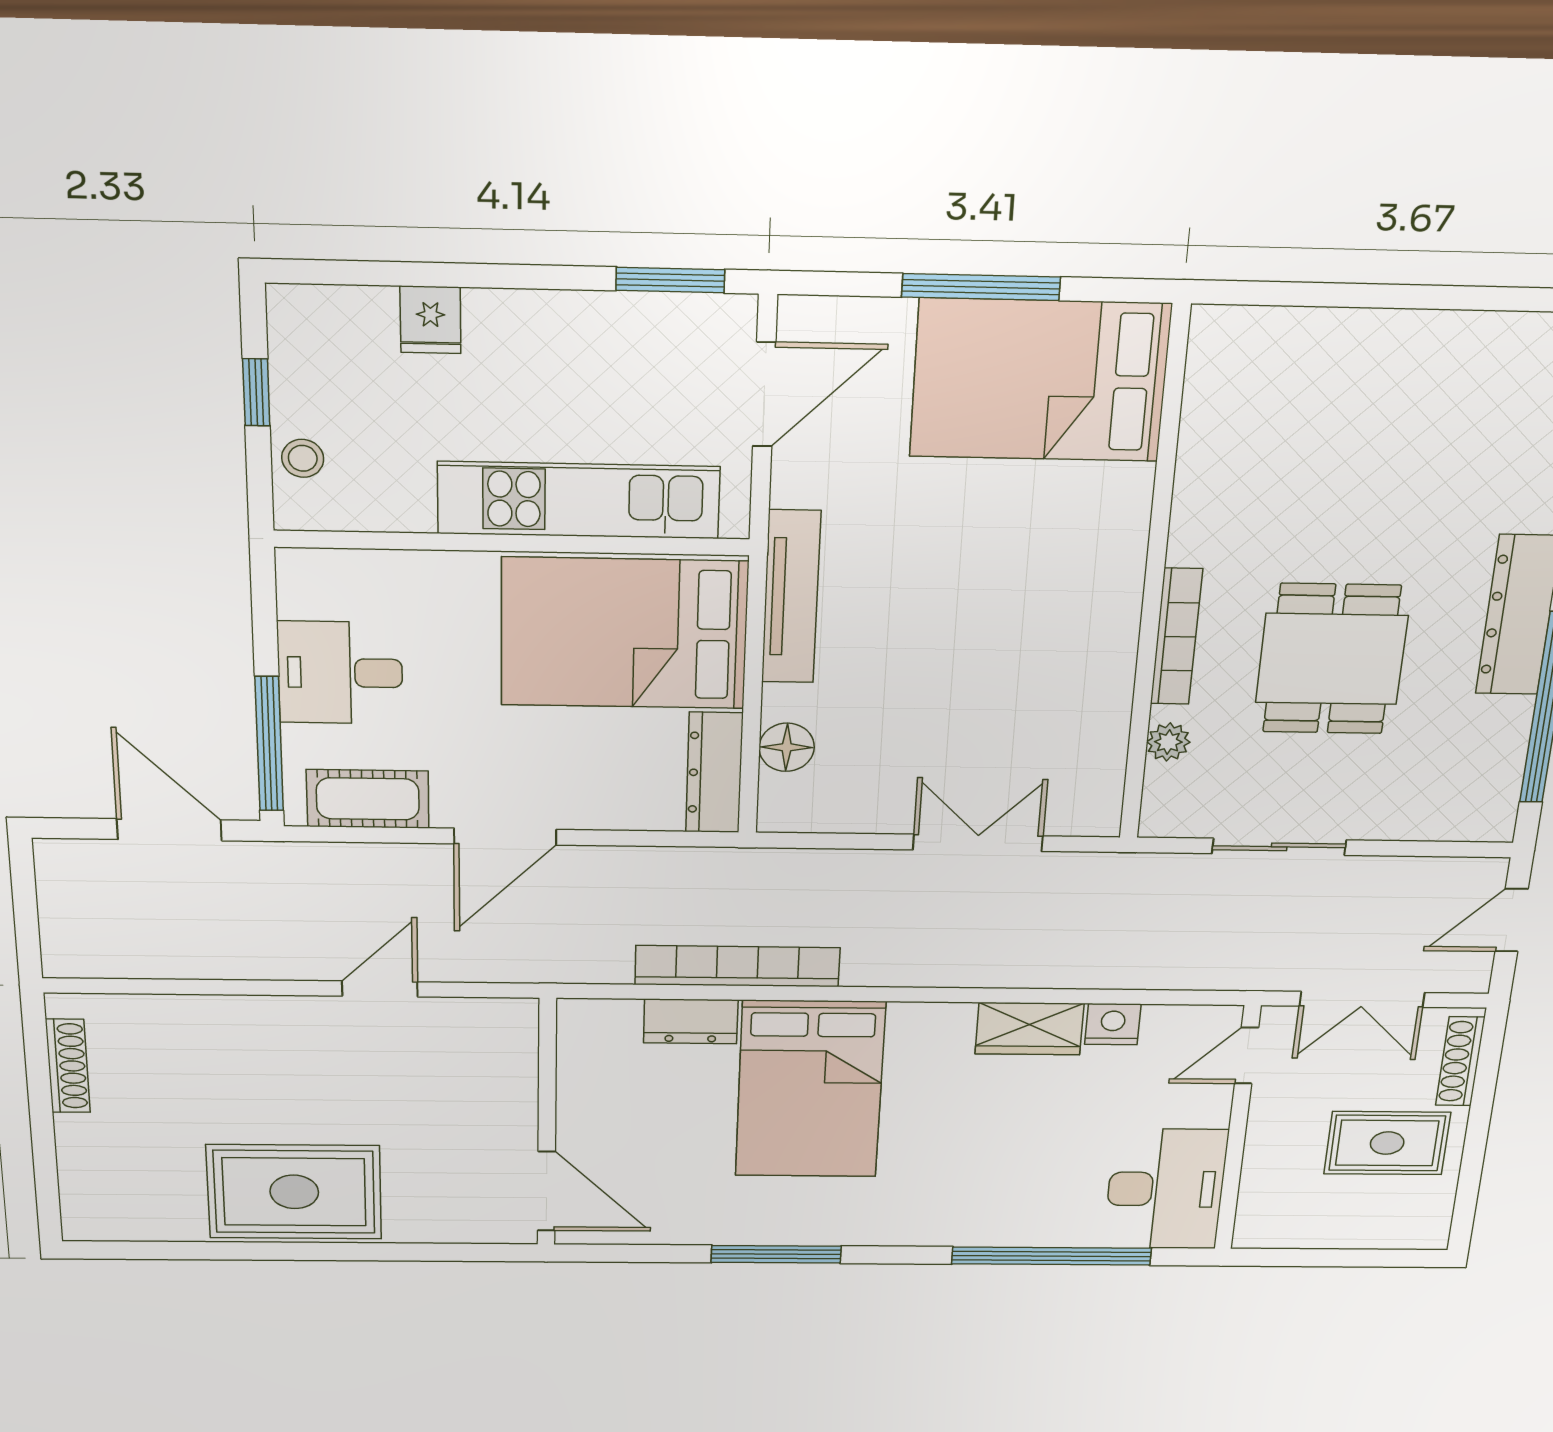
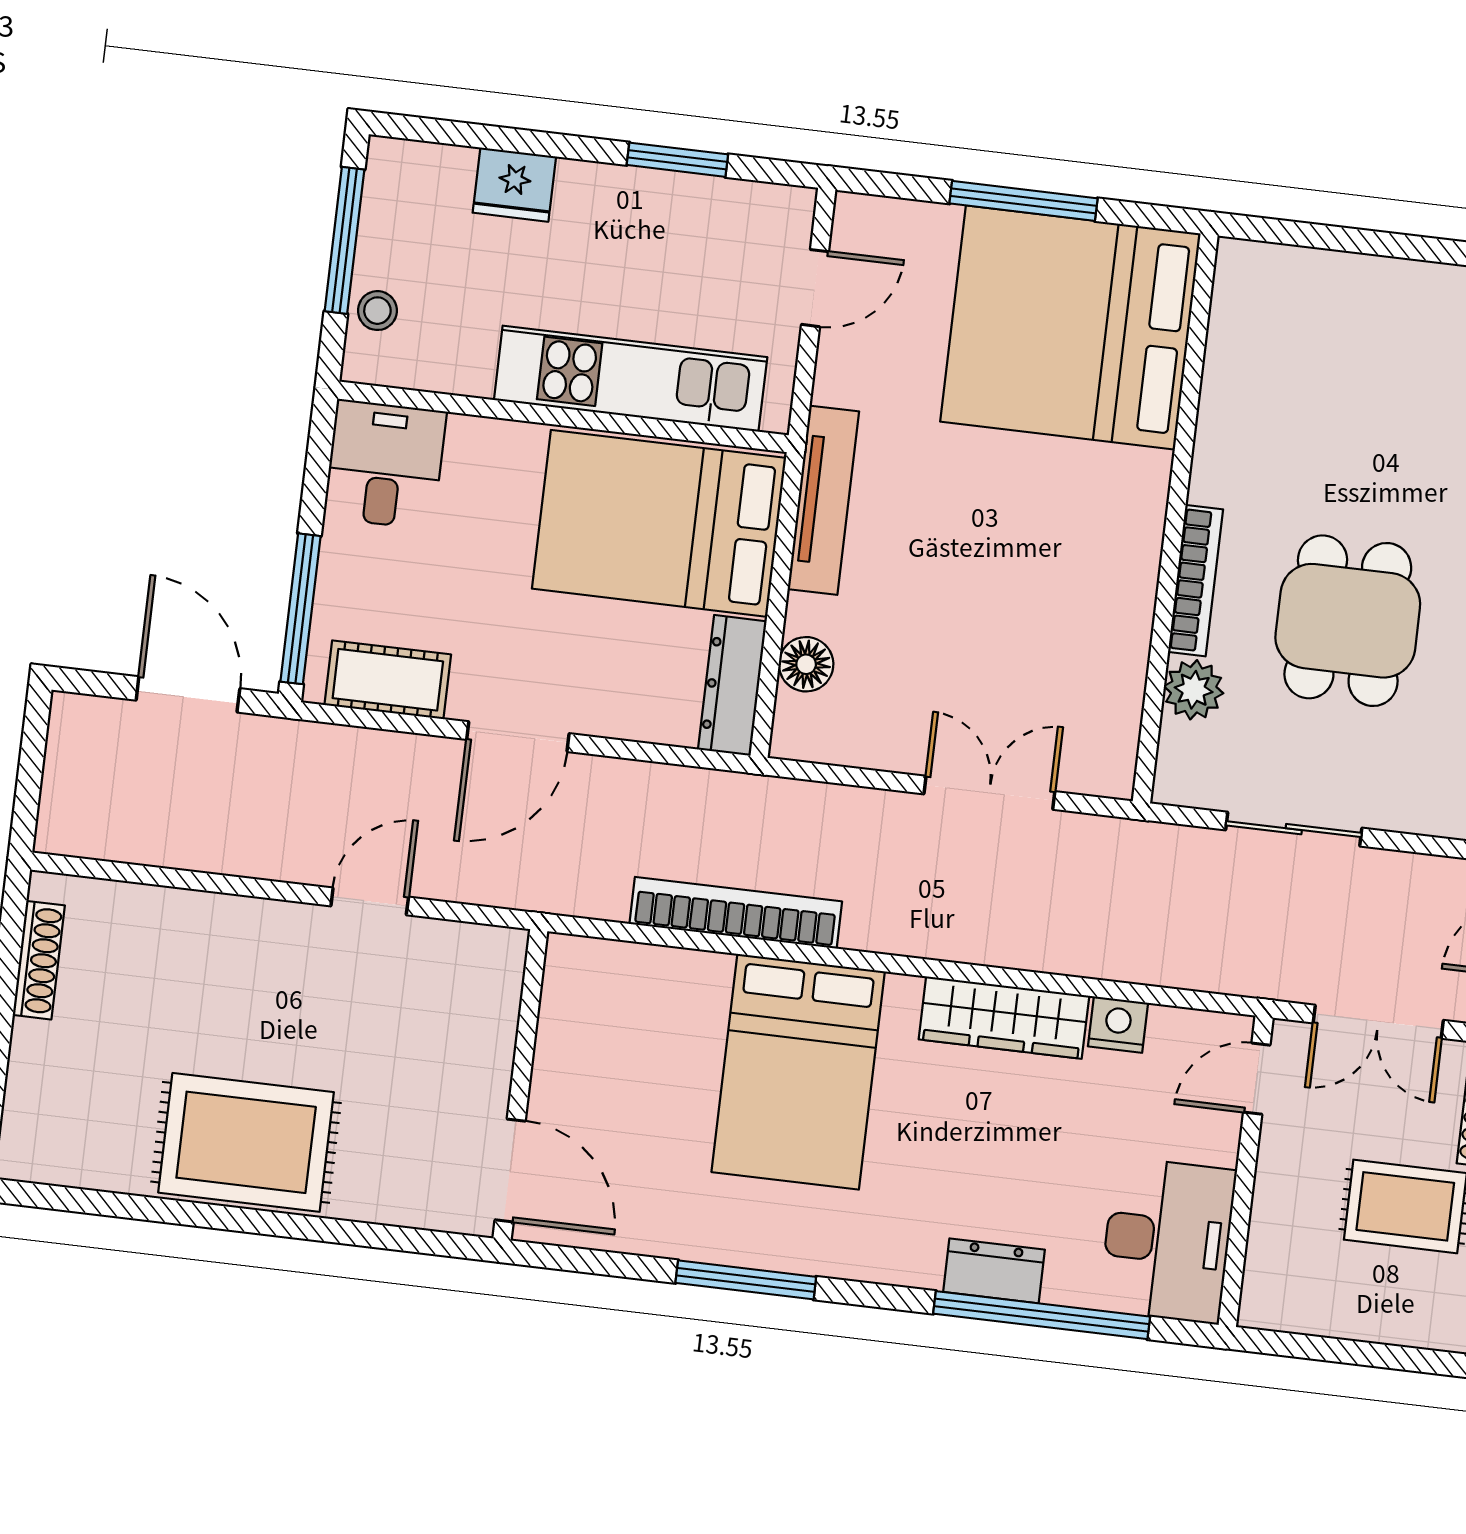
window: (670, 280) -> (677, 160), moved
fridge: (430, 320) -> (514, 185), width x1.38
bed: (1040, 380) -> (1070, 327), width x1.36
window: (256, 392) -> (344, 240), width x2.17
door: (764, 394) -> (815, 288), width x0.73
desk: (340, 673) -> (385, 464), moved, turned 90
plant: (1168, 742) -> (1194, 690), width x1.38, depth x1.38
dresser: (691, 1021) -> (994, 1271), moved, turned 180
wardrobe: (1029, 1029) -> (1004, 1018), width x1.50

